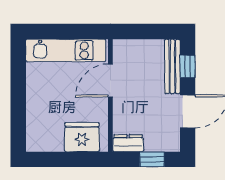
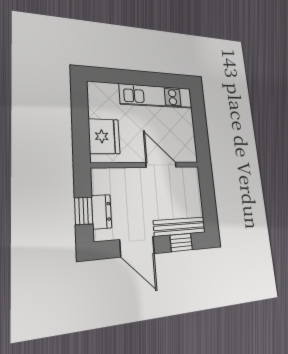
kitchen unit: (66, 50) -> (156, 96), moved, turned -90
dresser: (128, 143) -> (101, 212), moved

